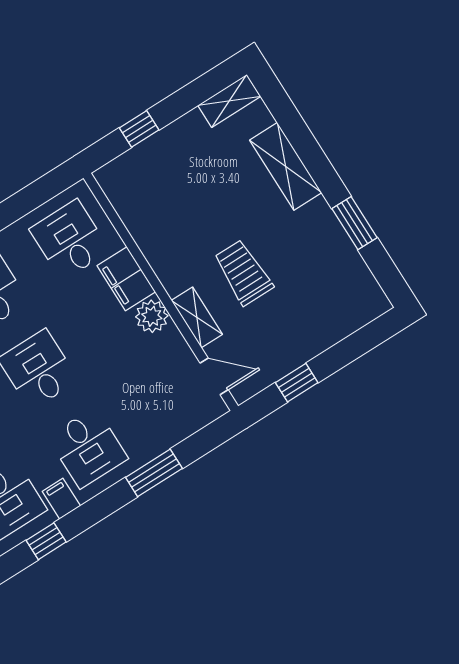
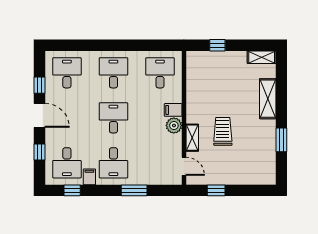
filing cabinet: (126, 279) -> (173, 110), width x0.50

